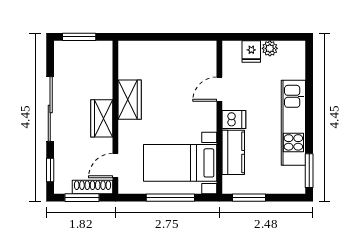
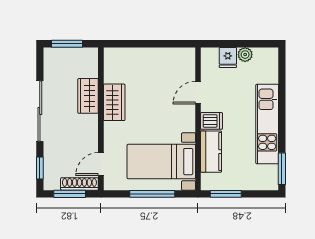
wardrobe: (102, 118) -> (88, 96), moved

